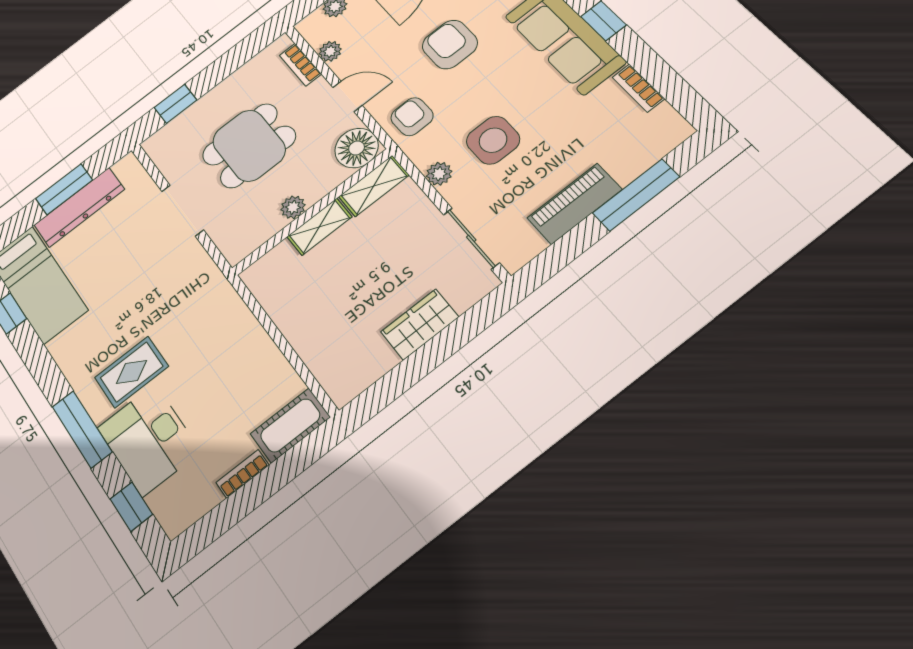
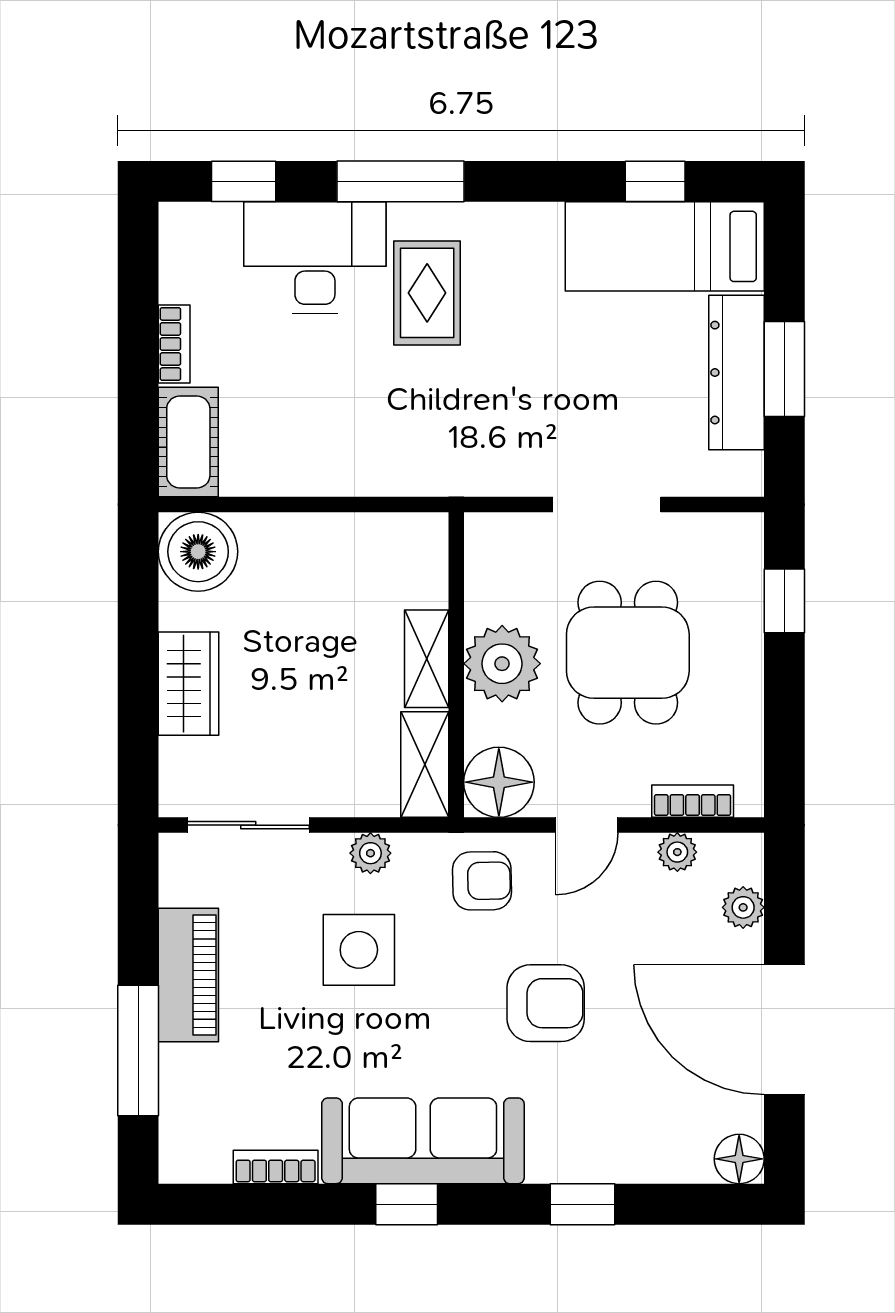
plant: (293, 207) -> (502, 664), width x1.87, depth x1.87
boiler: (346, 375) -> (198, 552), added

